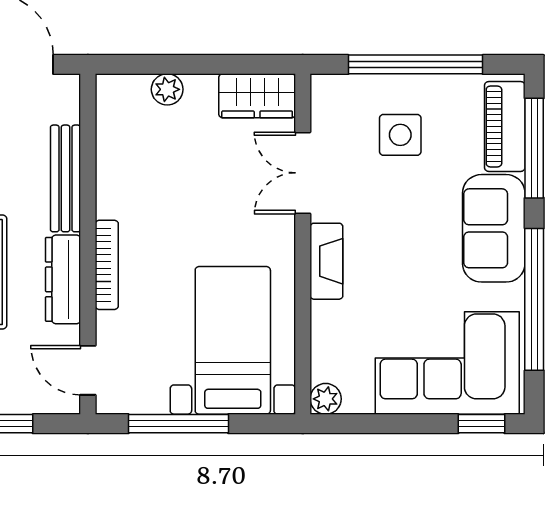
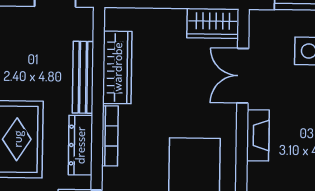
plant: (167, 89) -> (152, 18), removed
wardrobe: (116, 163) -> (117, 67), added

